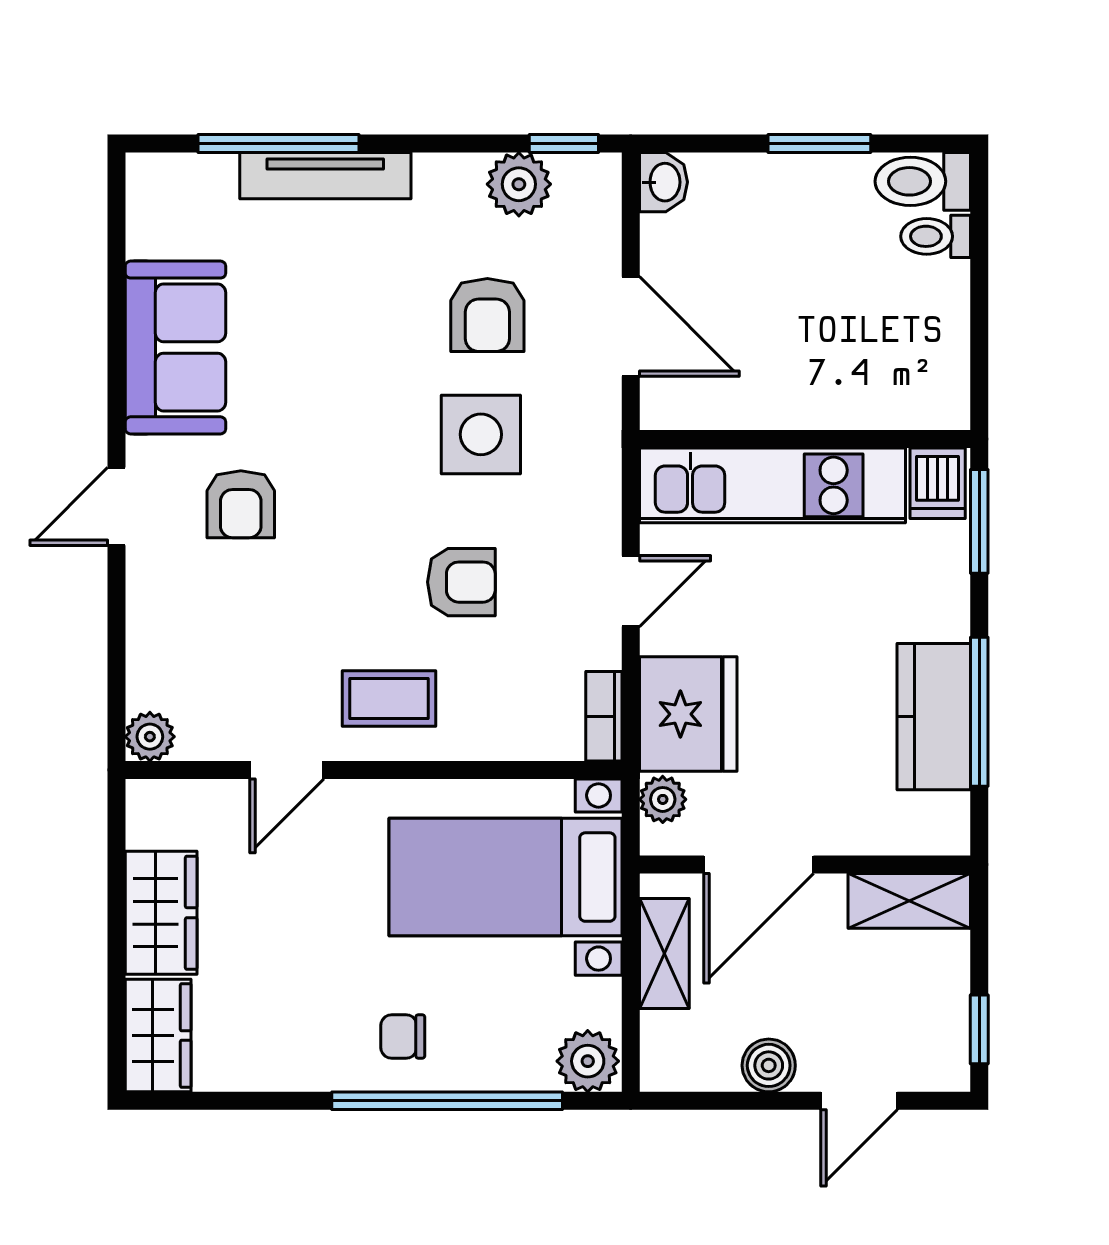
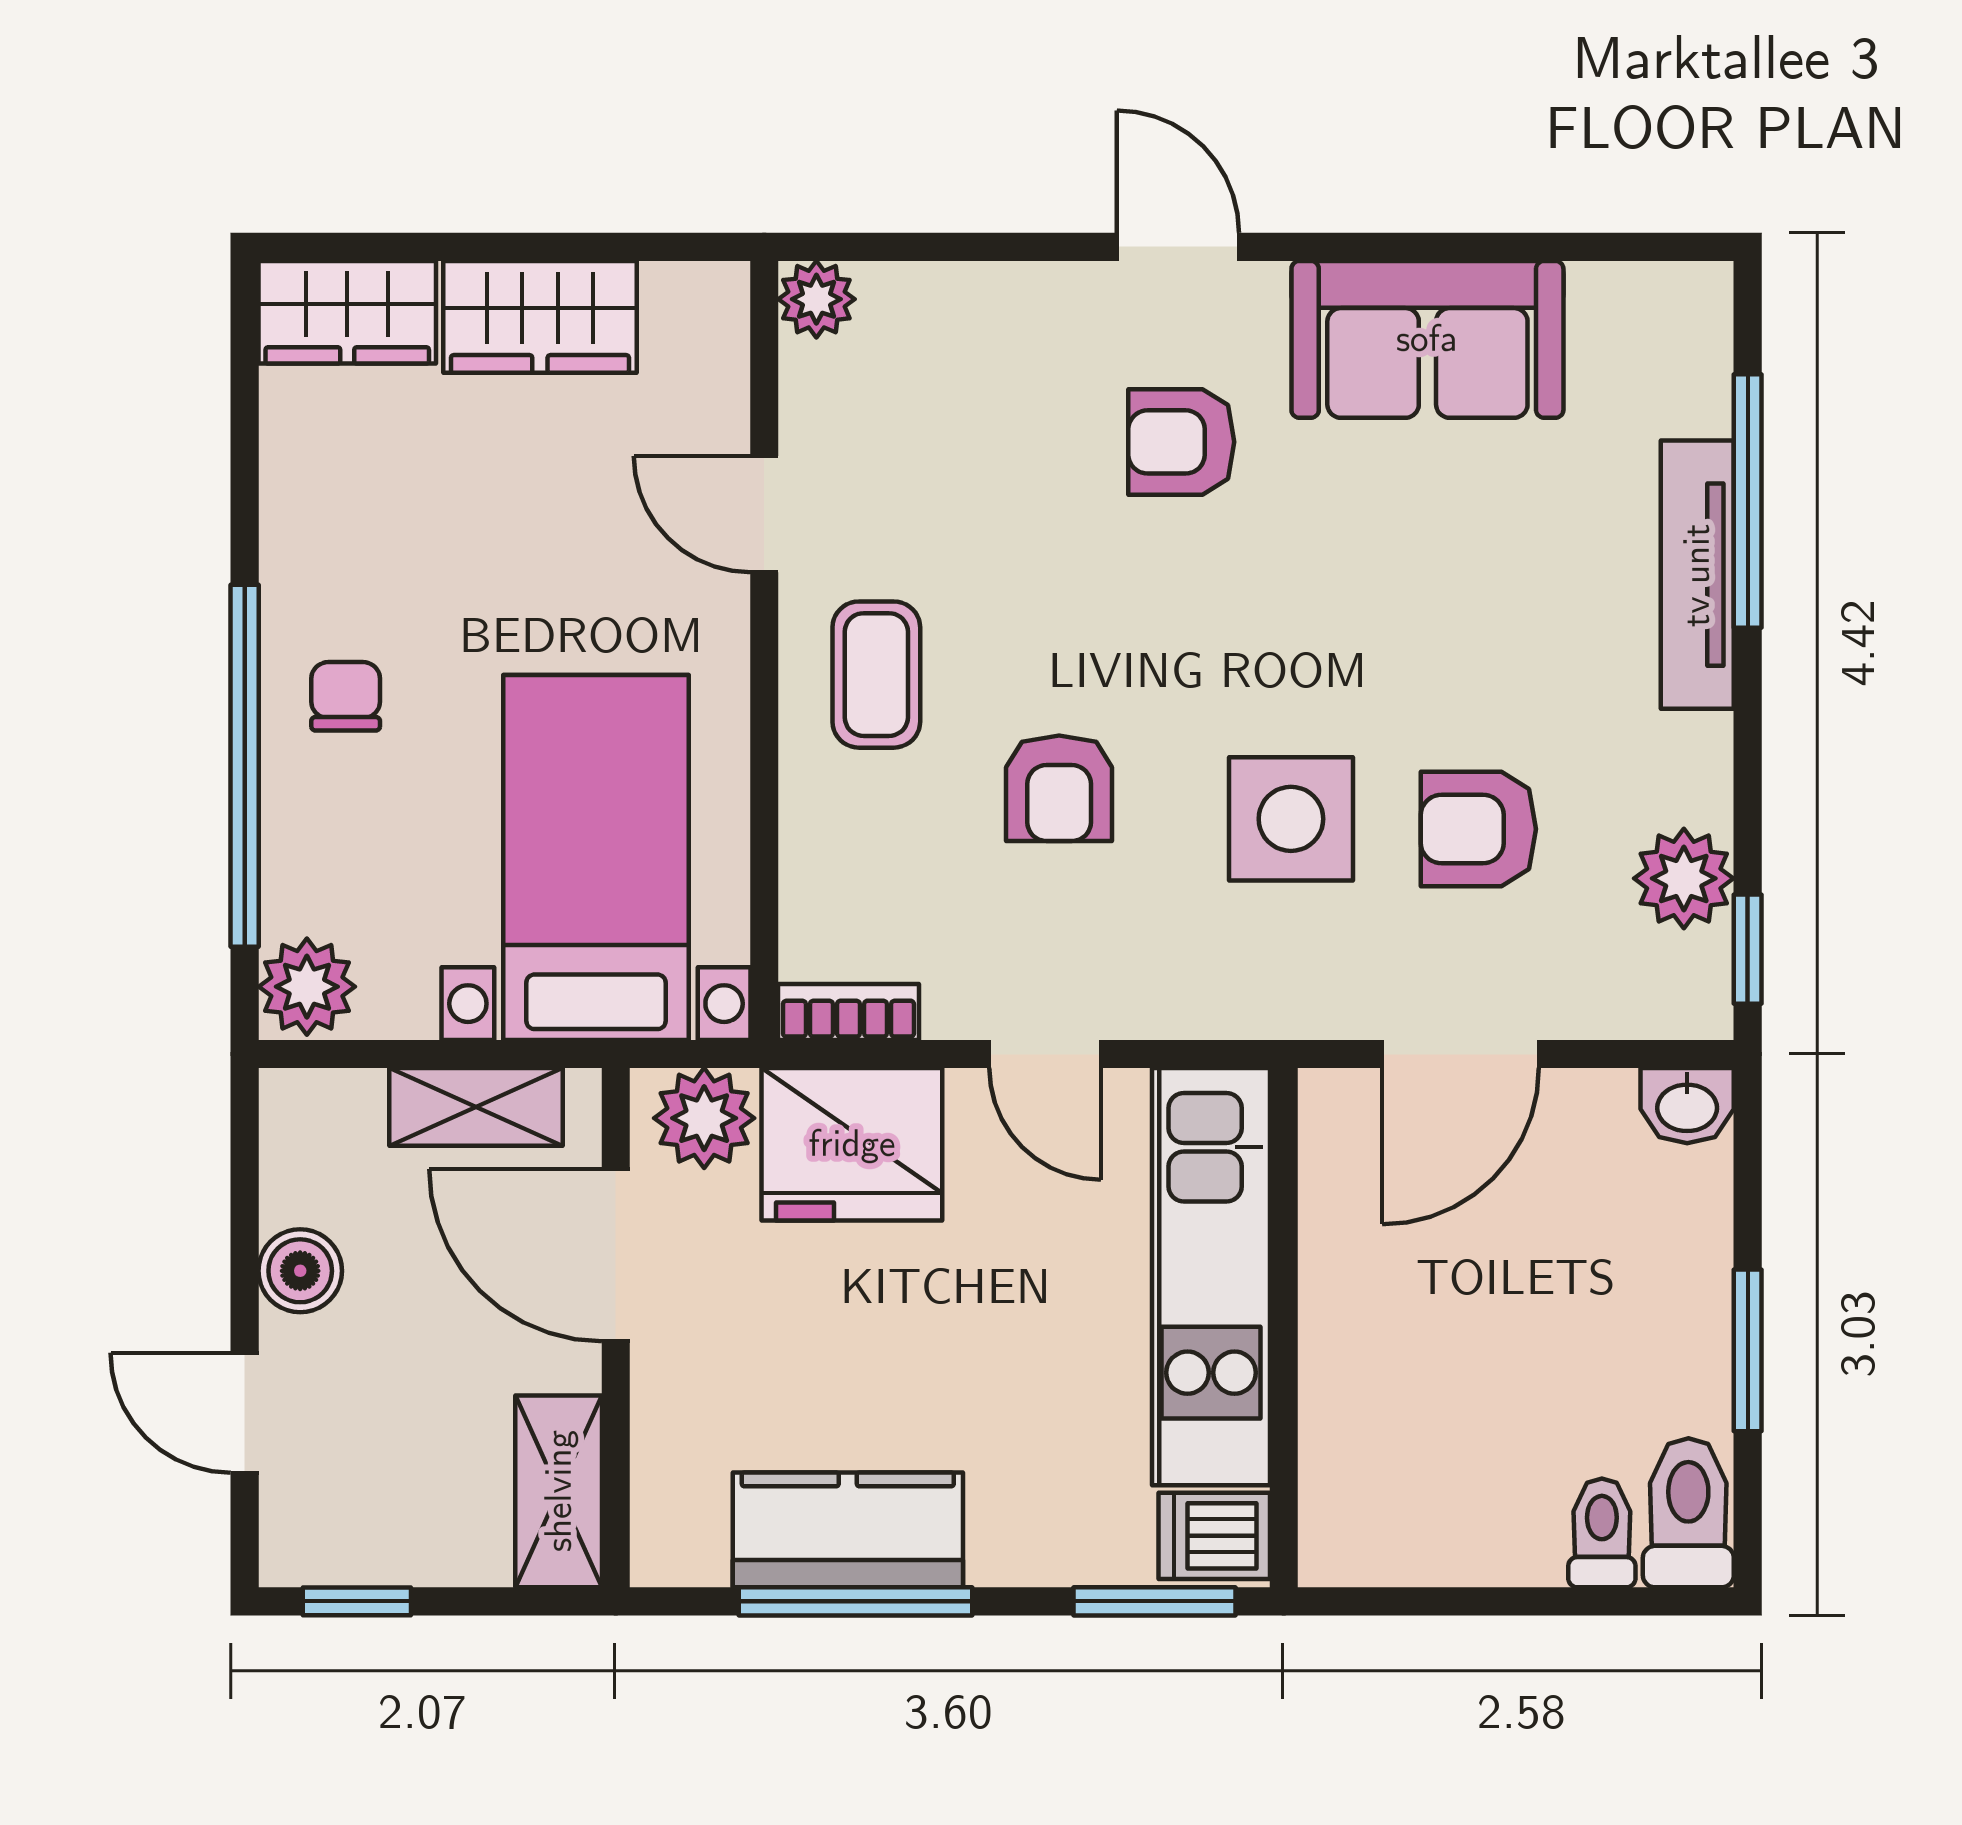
plant: (663, 799) -> (704, 1118), width x1.38, depth x1.38

